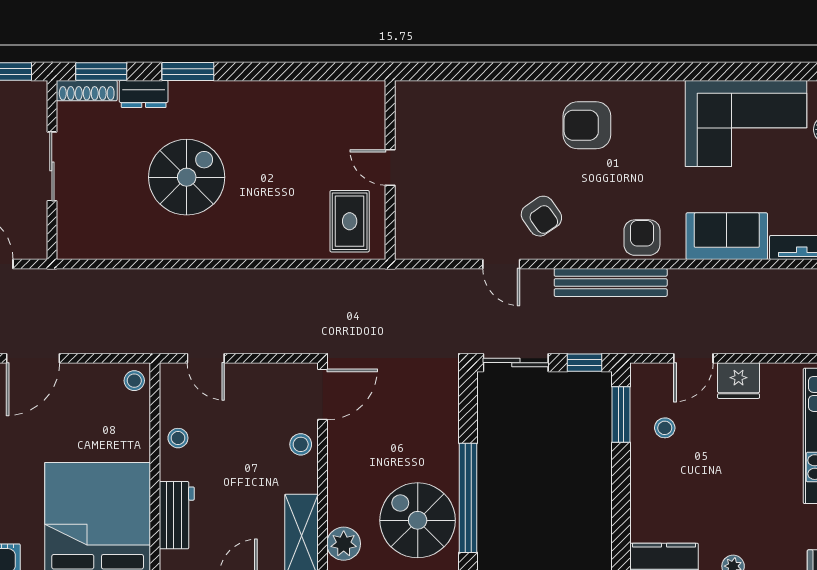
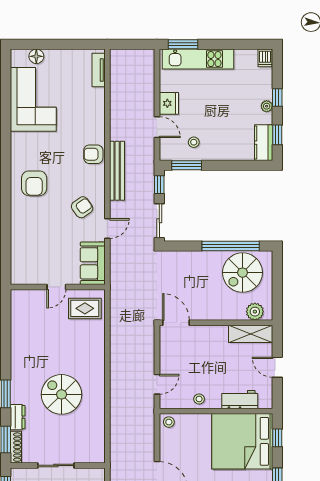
sofa: (727, 236) -> (93, 263), moved
stool: (301, 444) -> (202, 334), removed

